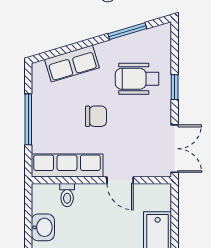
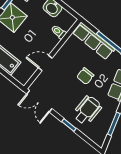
row of seats: (67, 166) -> (94, 41), moved, turned 90

